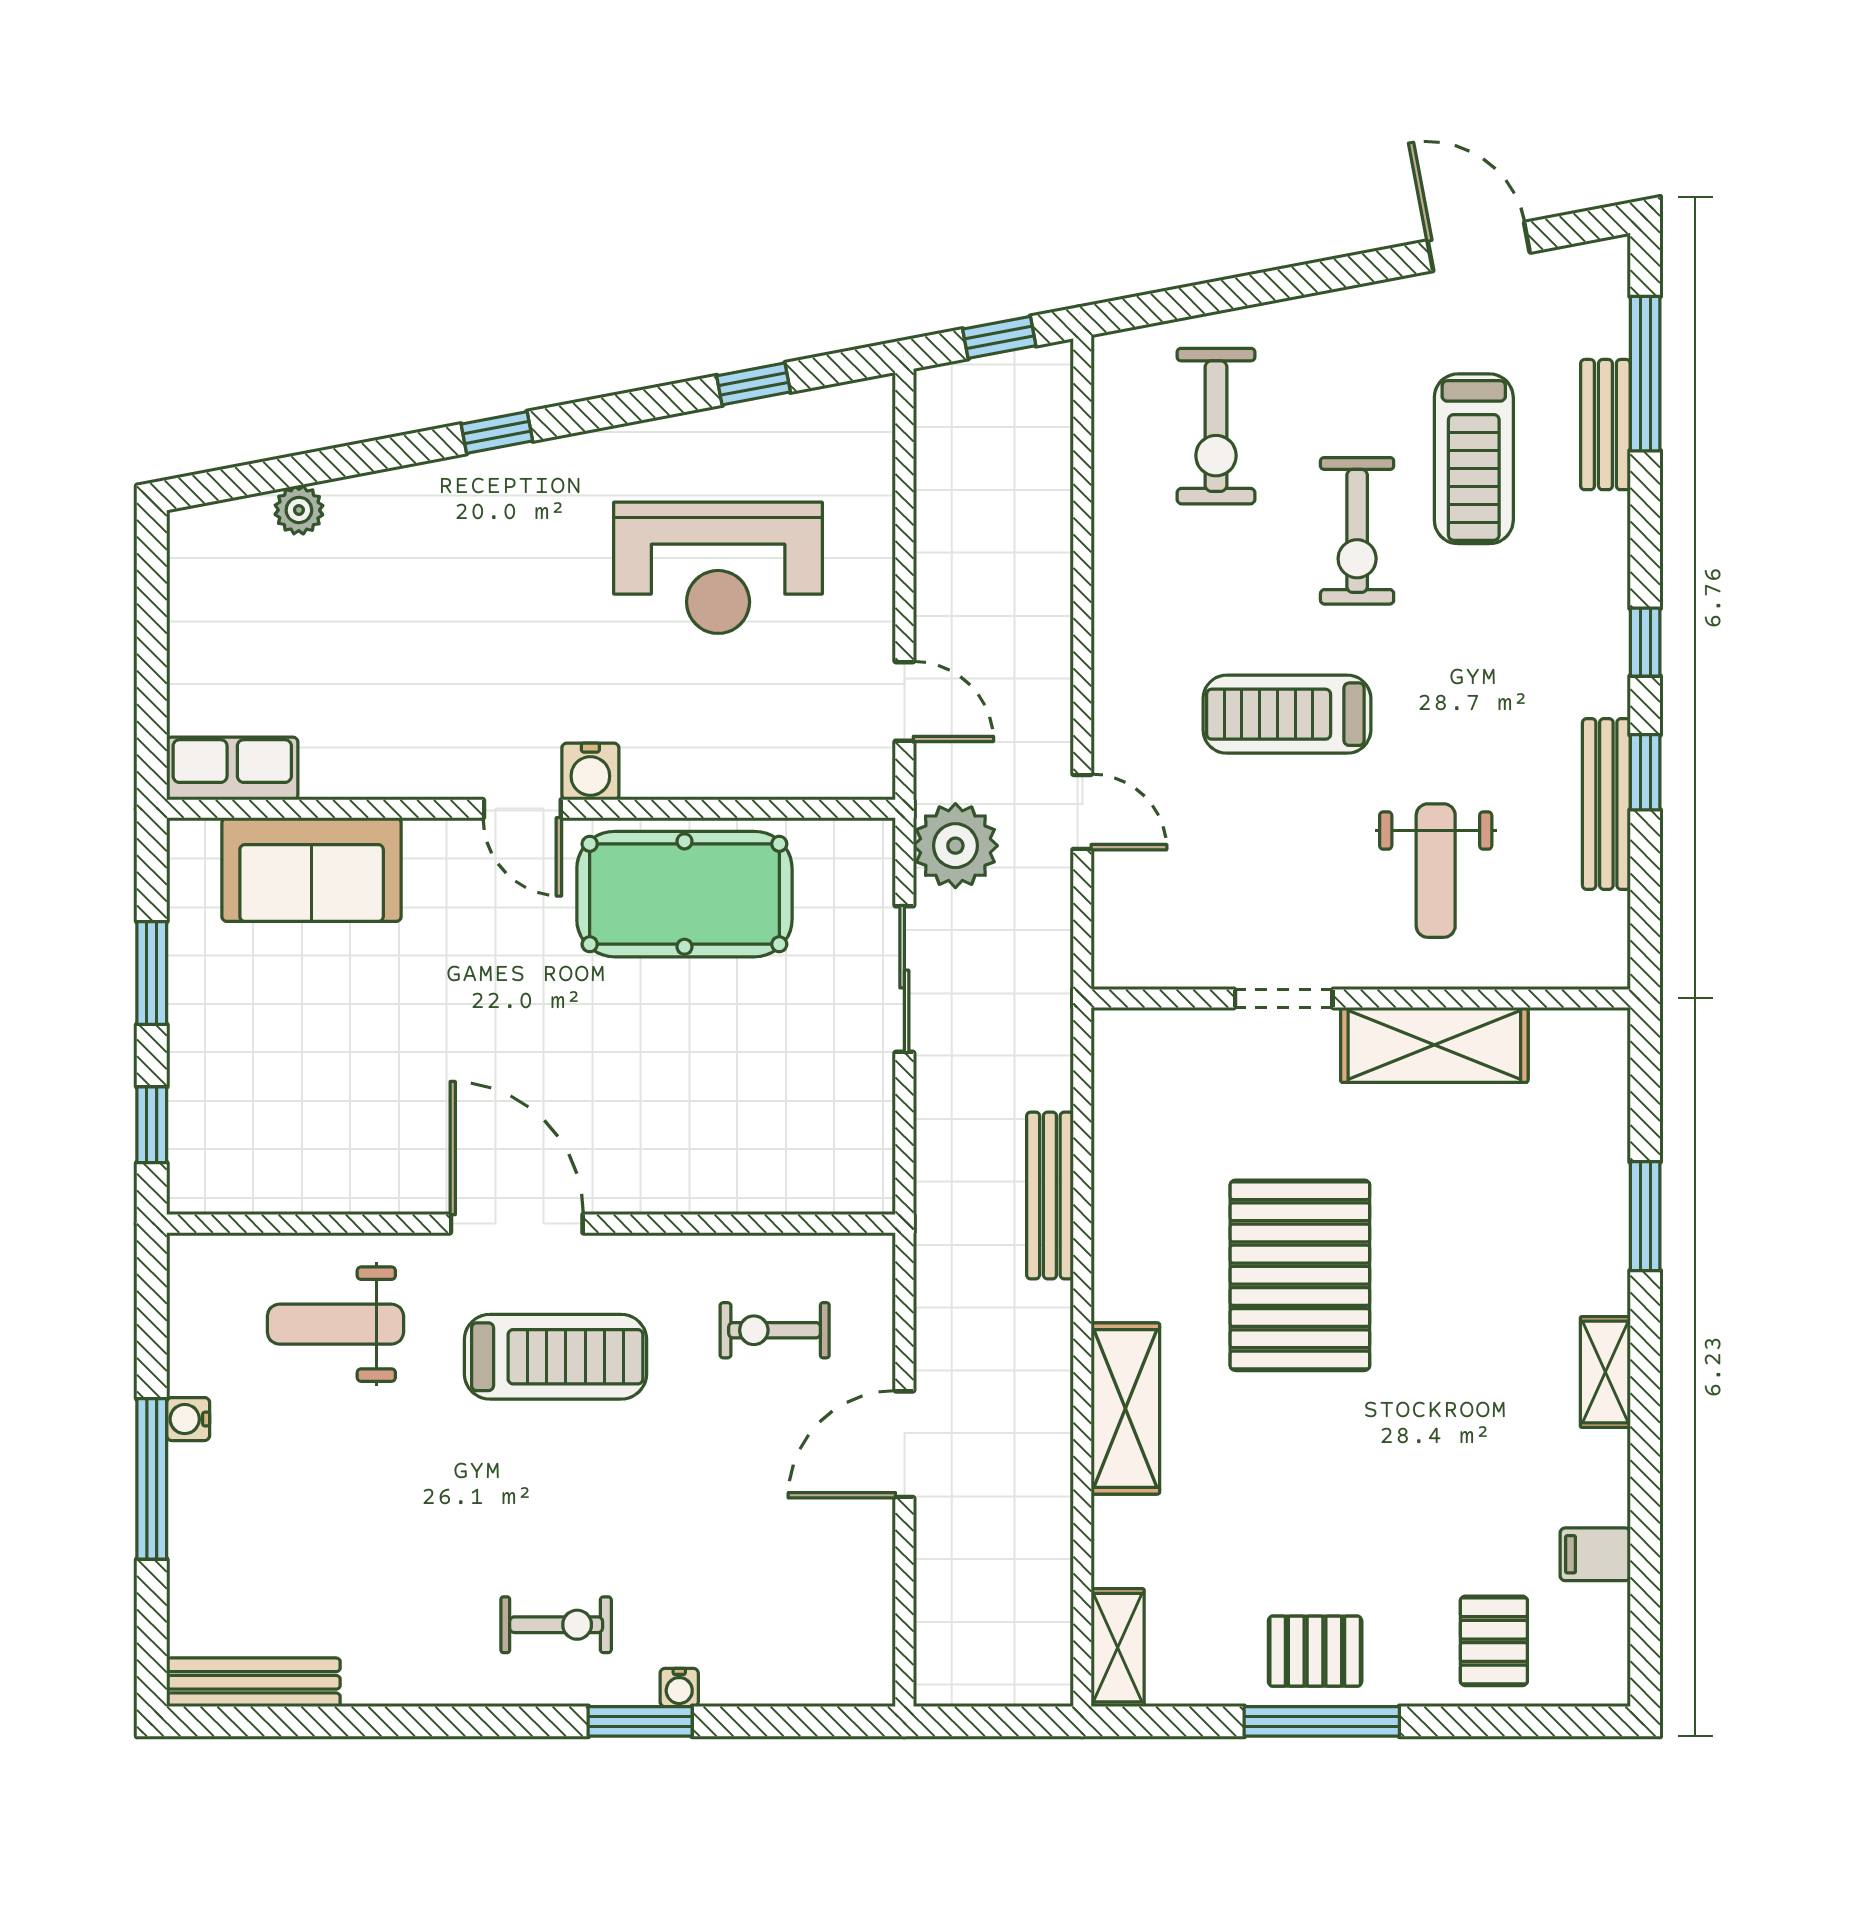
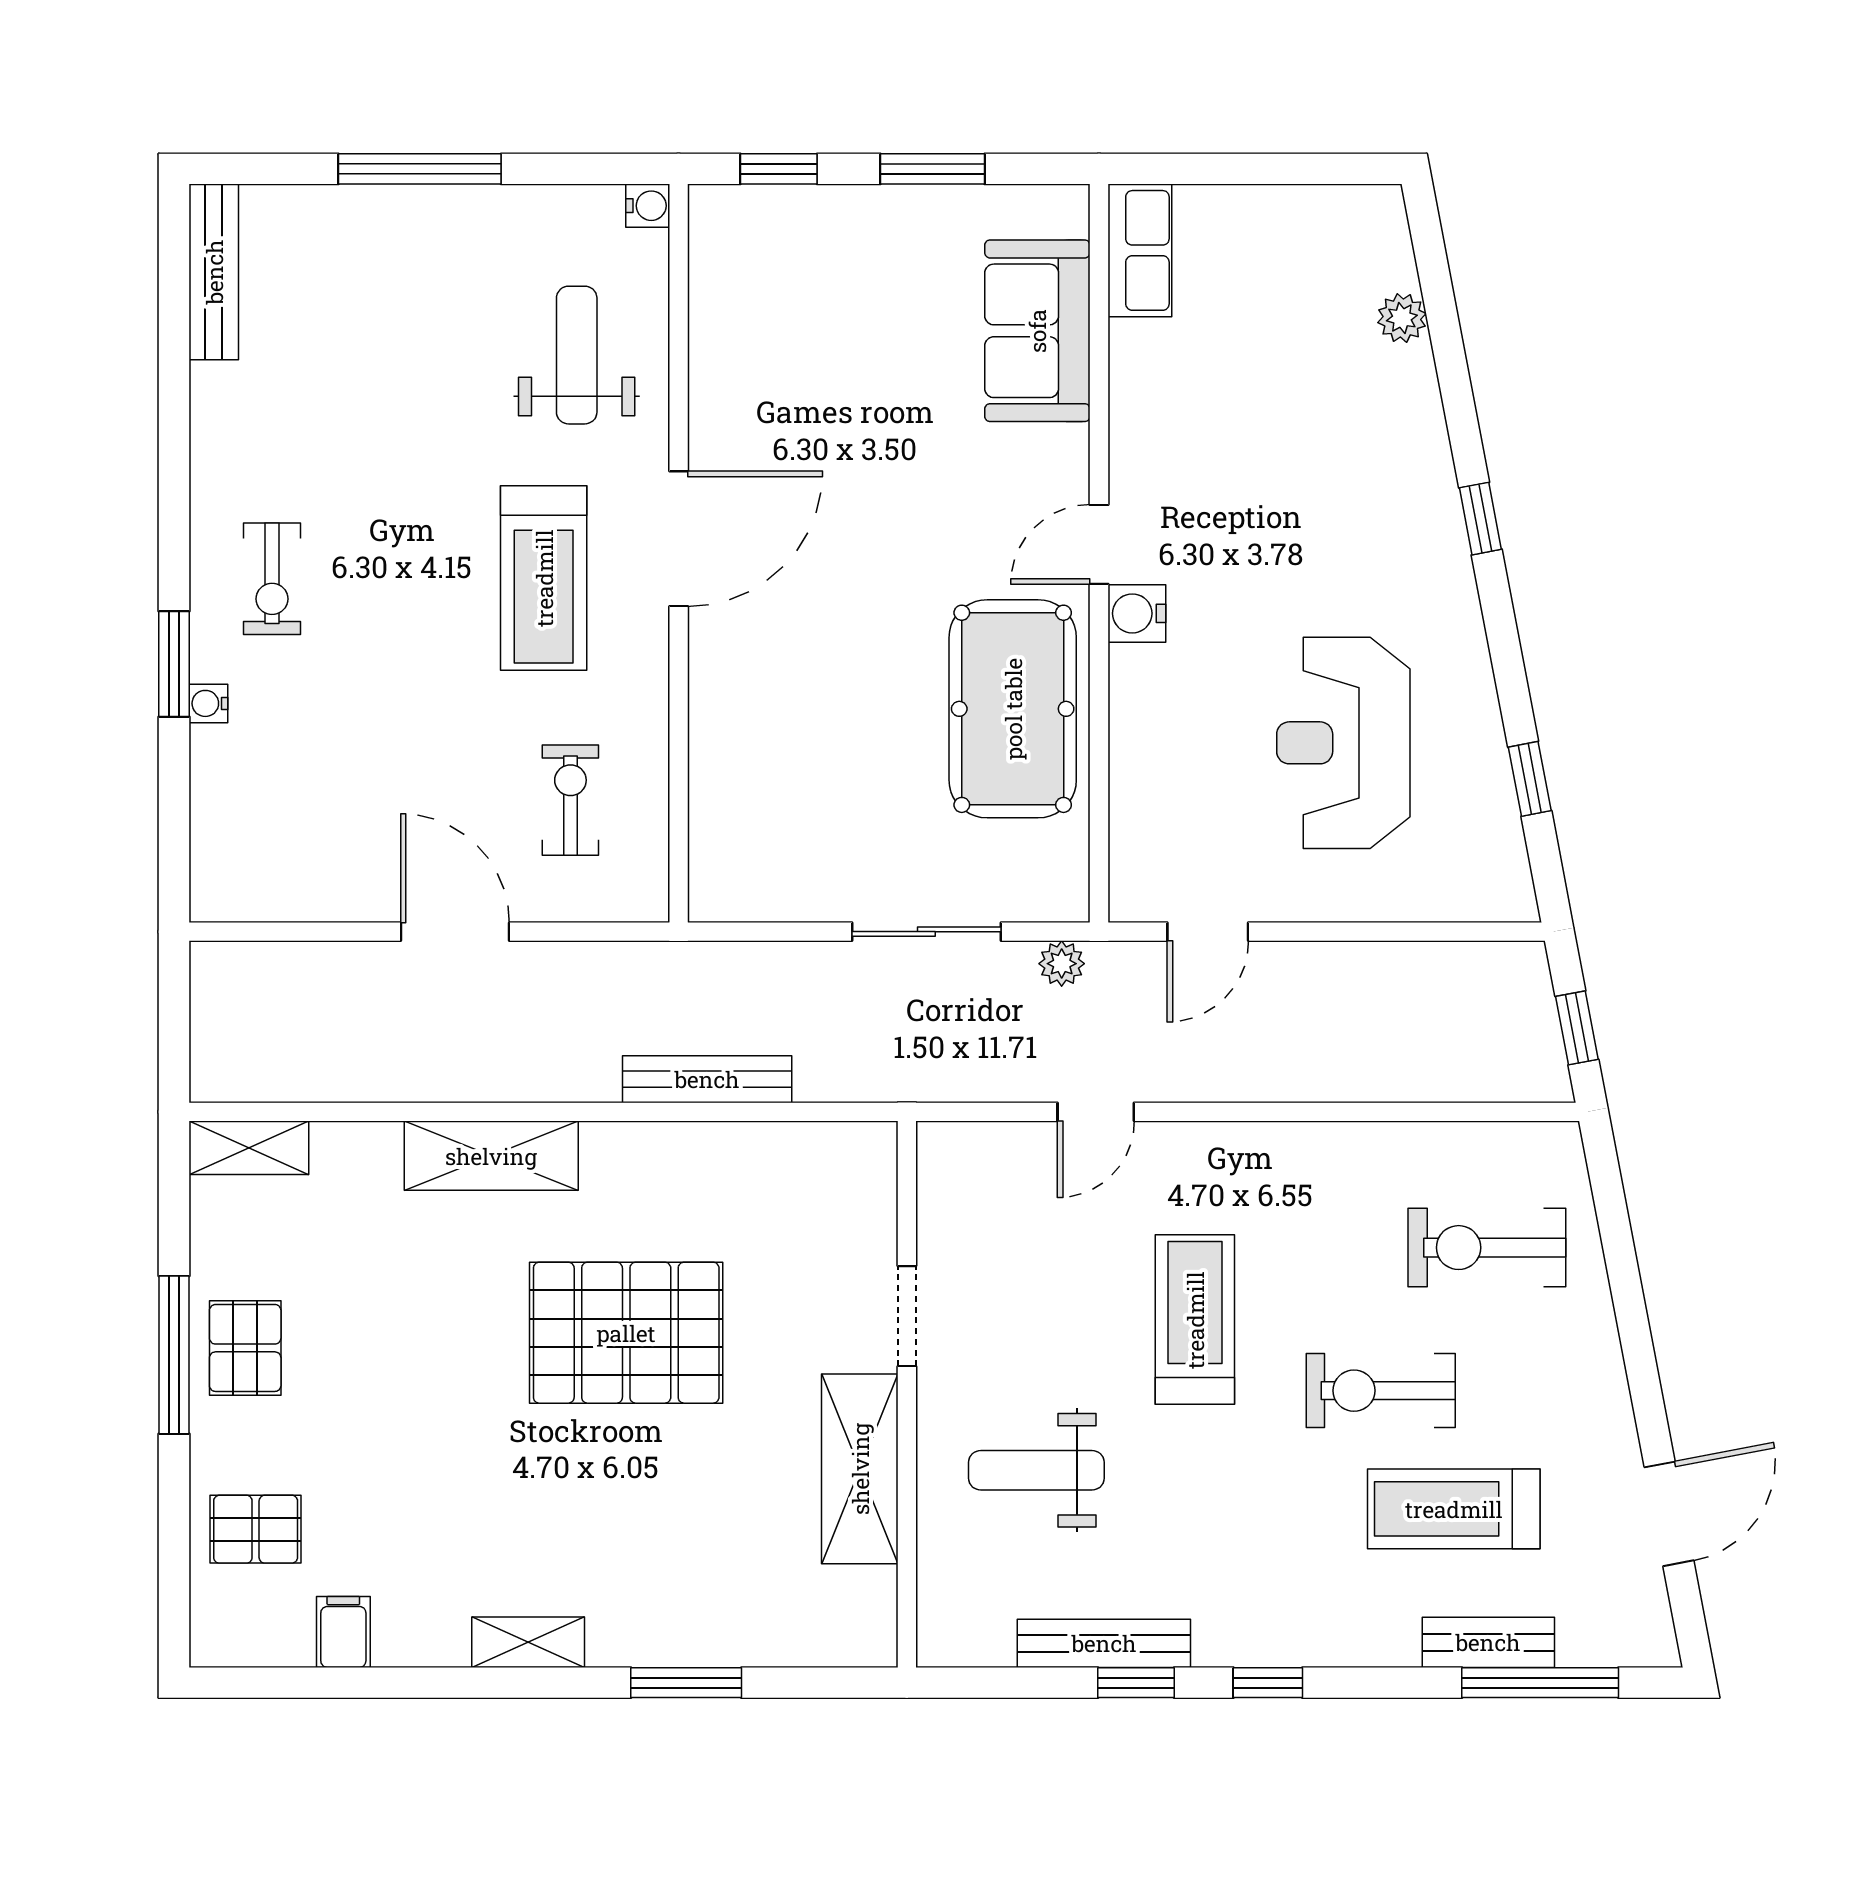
plant: (955, 846) -> (1062, 964), width x0.53, depth x0.53
water cooler: (188, 1419) -> (648, 206), moved, turned 90

